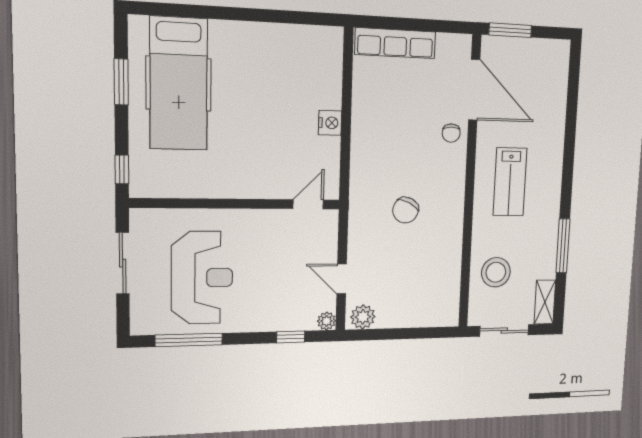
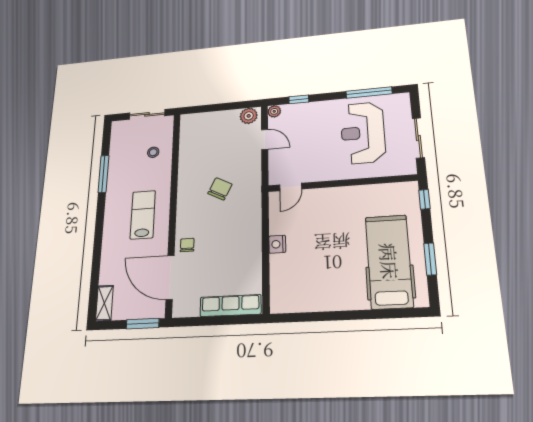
stool: (496, 272) -> (153, 152), width x0.53, depth x0.53
shelving: (545, 302) -> (104, 303), moved

